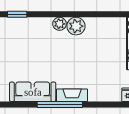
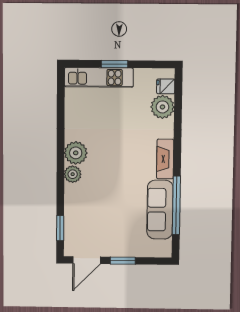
plant: (112, 93) -> (162, 107), added
window: (60, 104) -> (176, 205), moved

